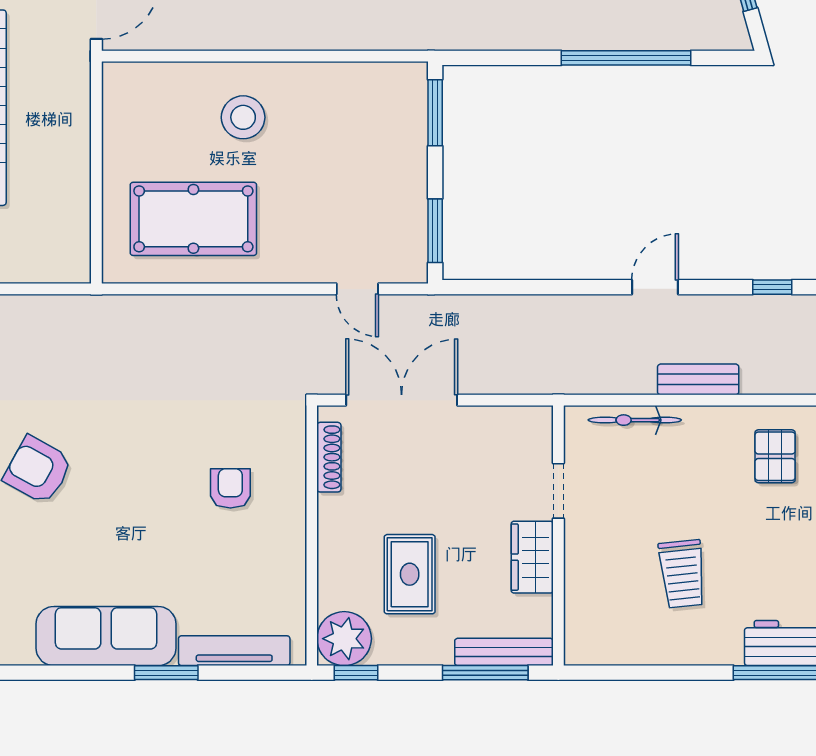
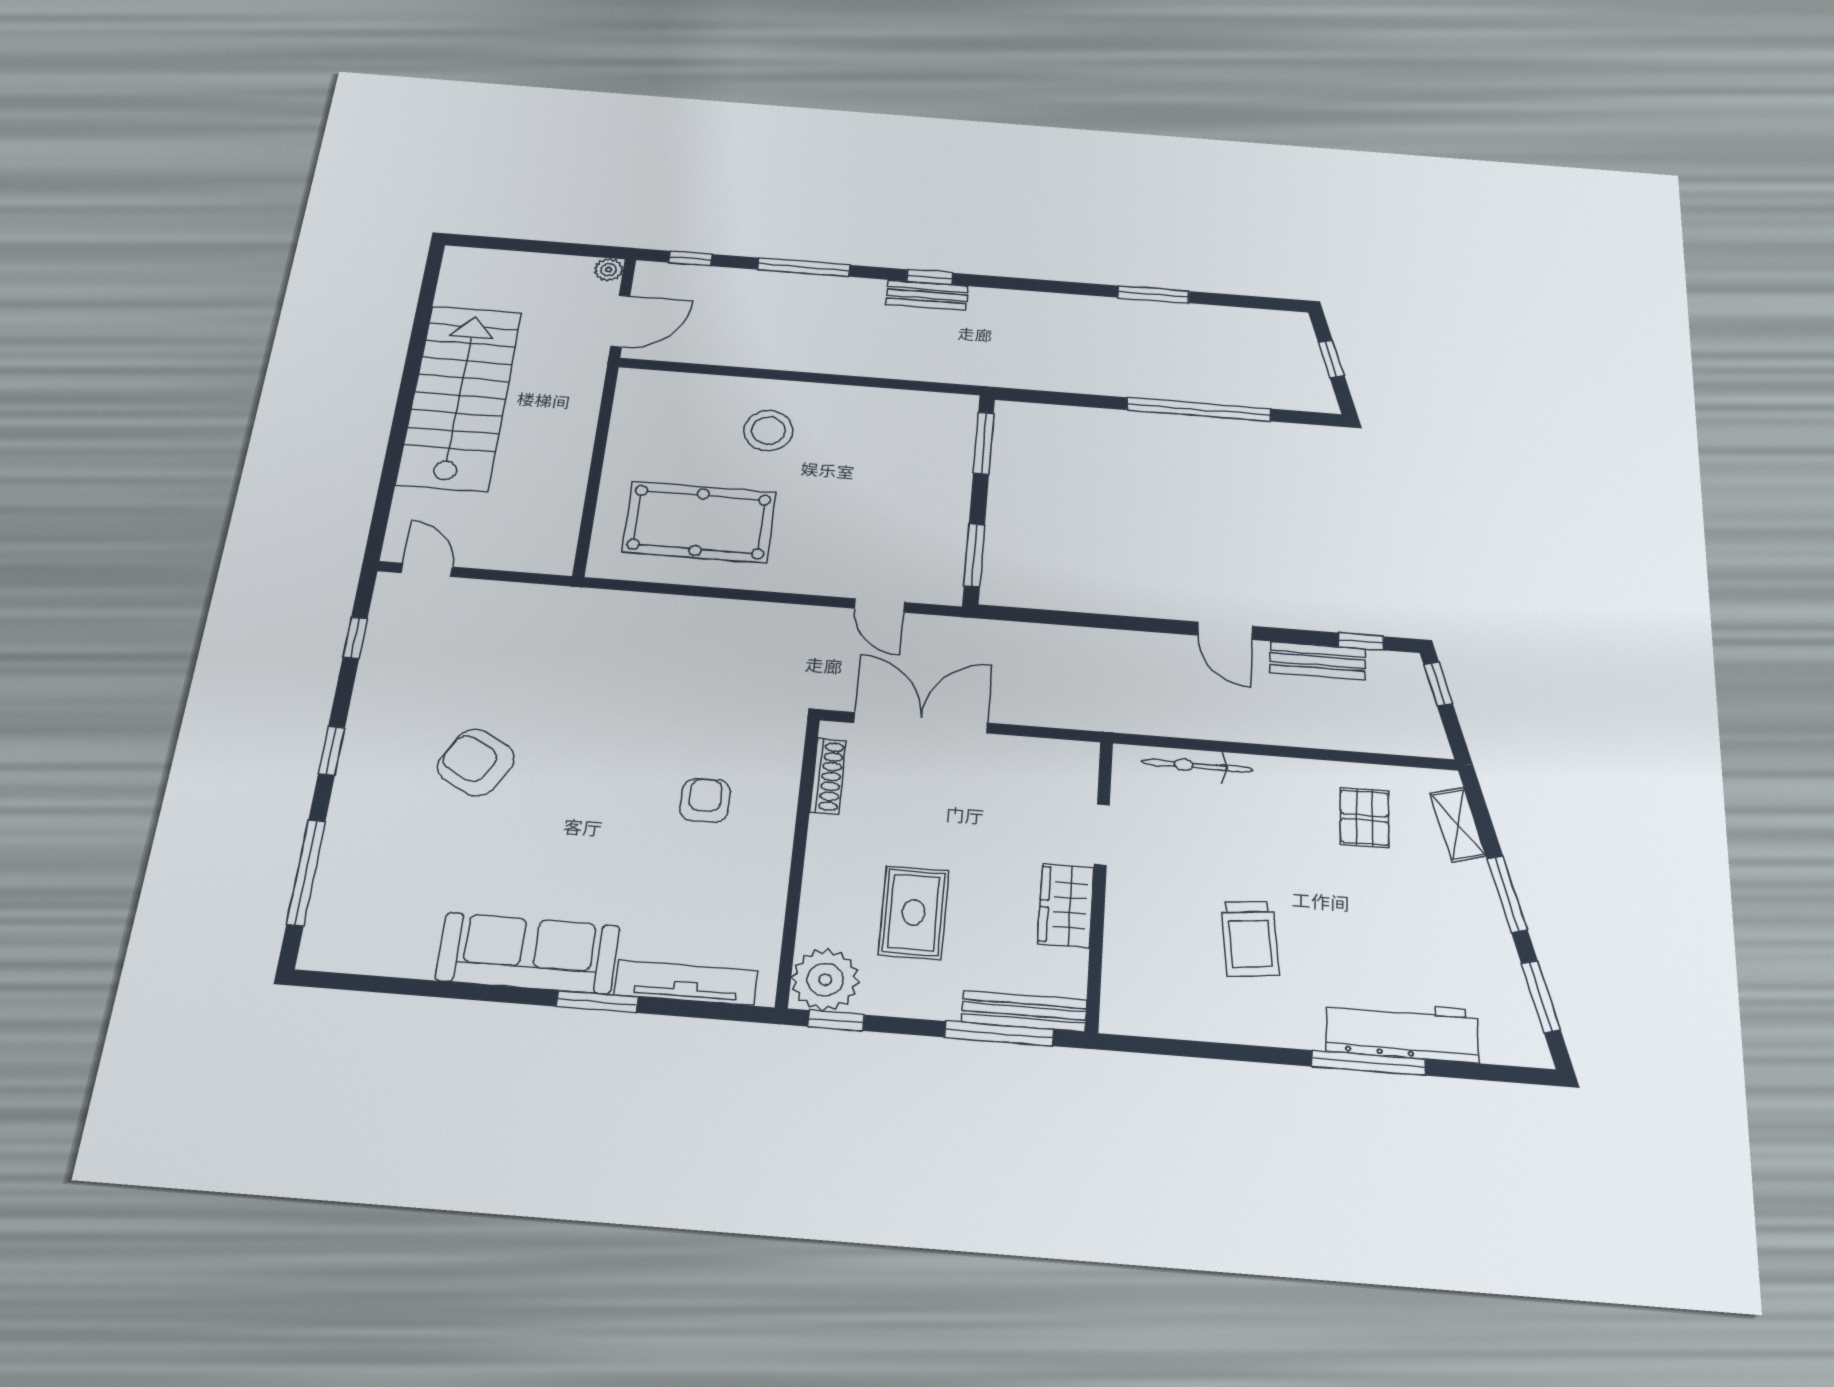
door: (655, 287) -> (1225, 631), swing flipped
bench: (698, 379) -> (1318, 661), moved

